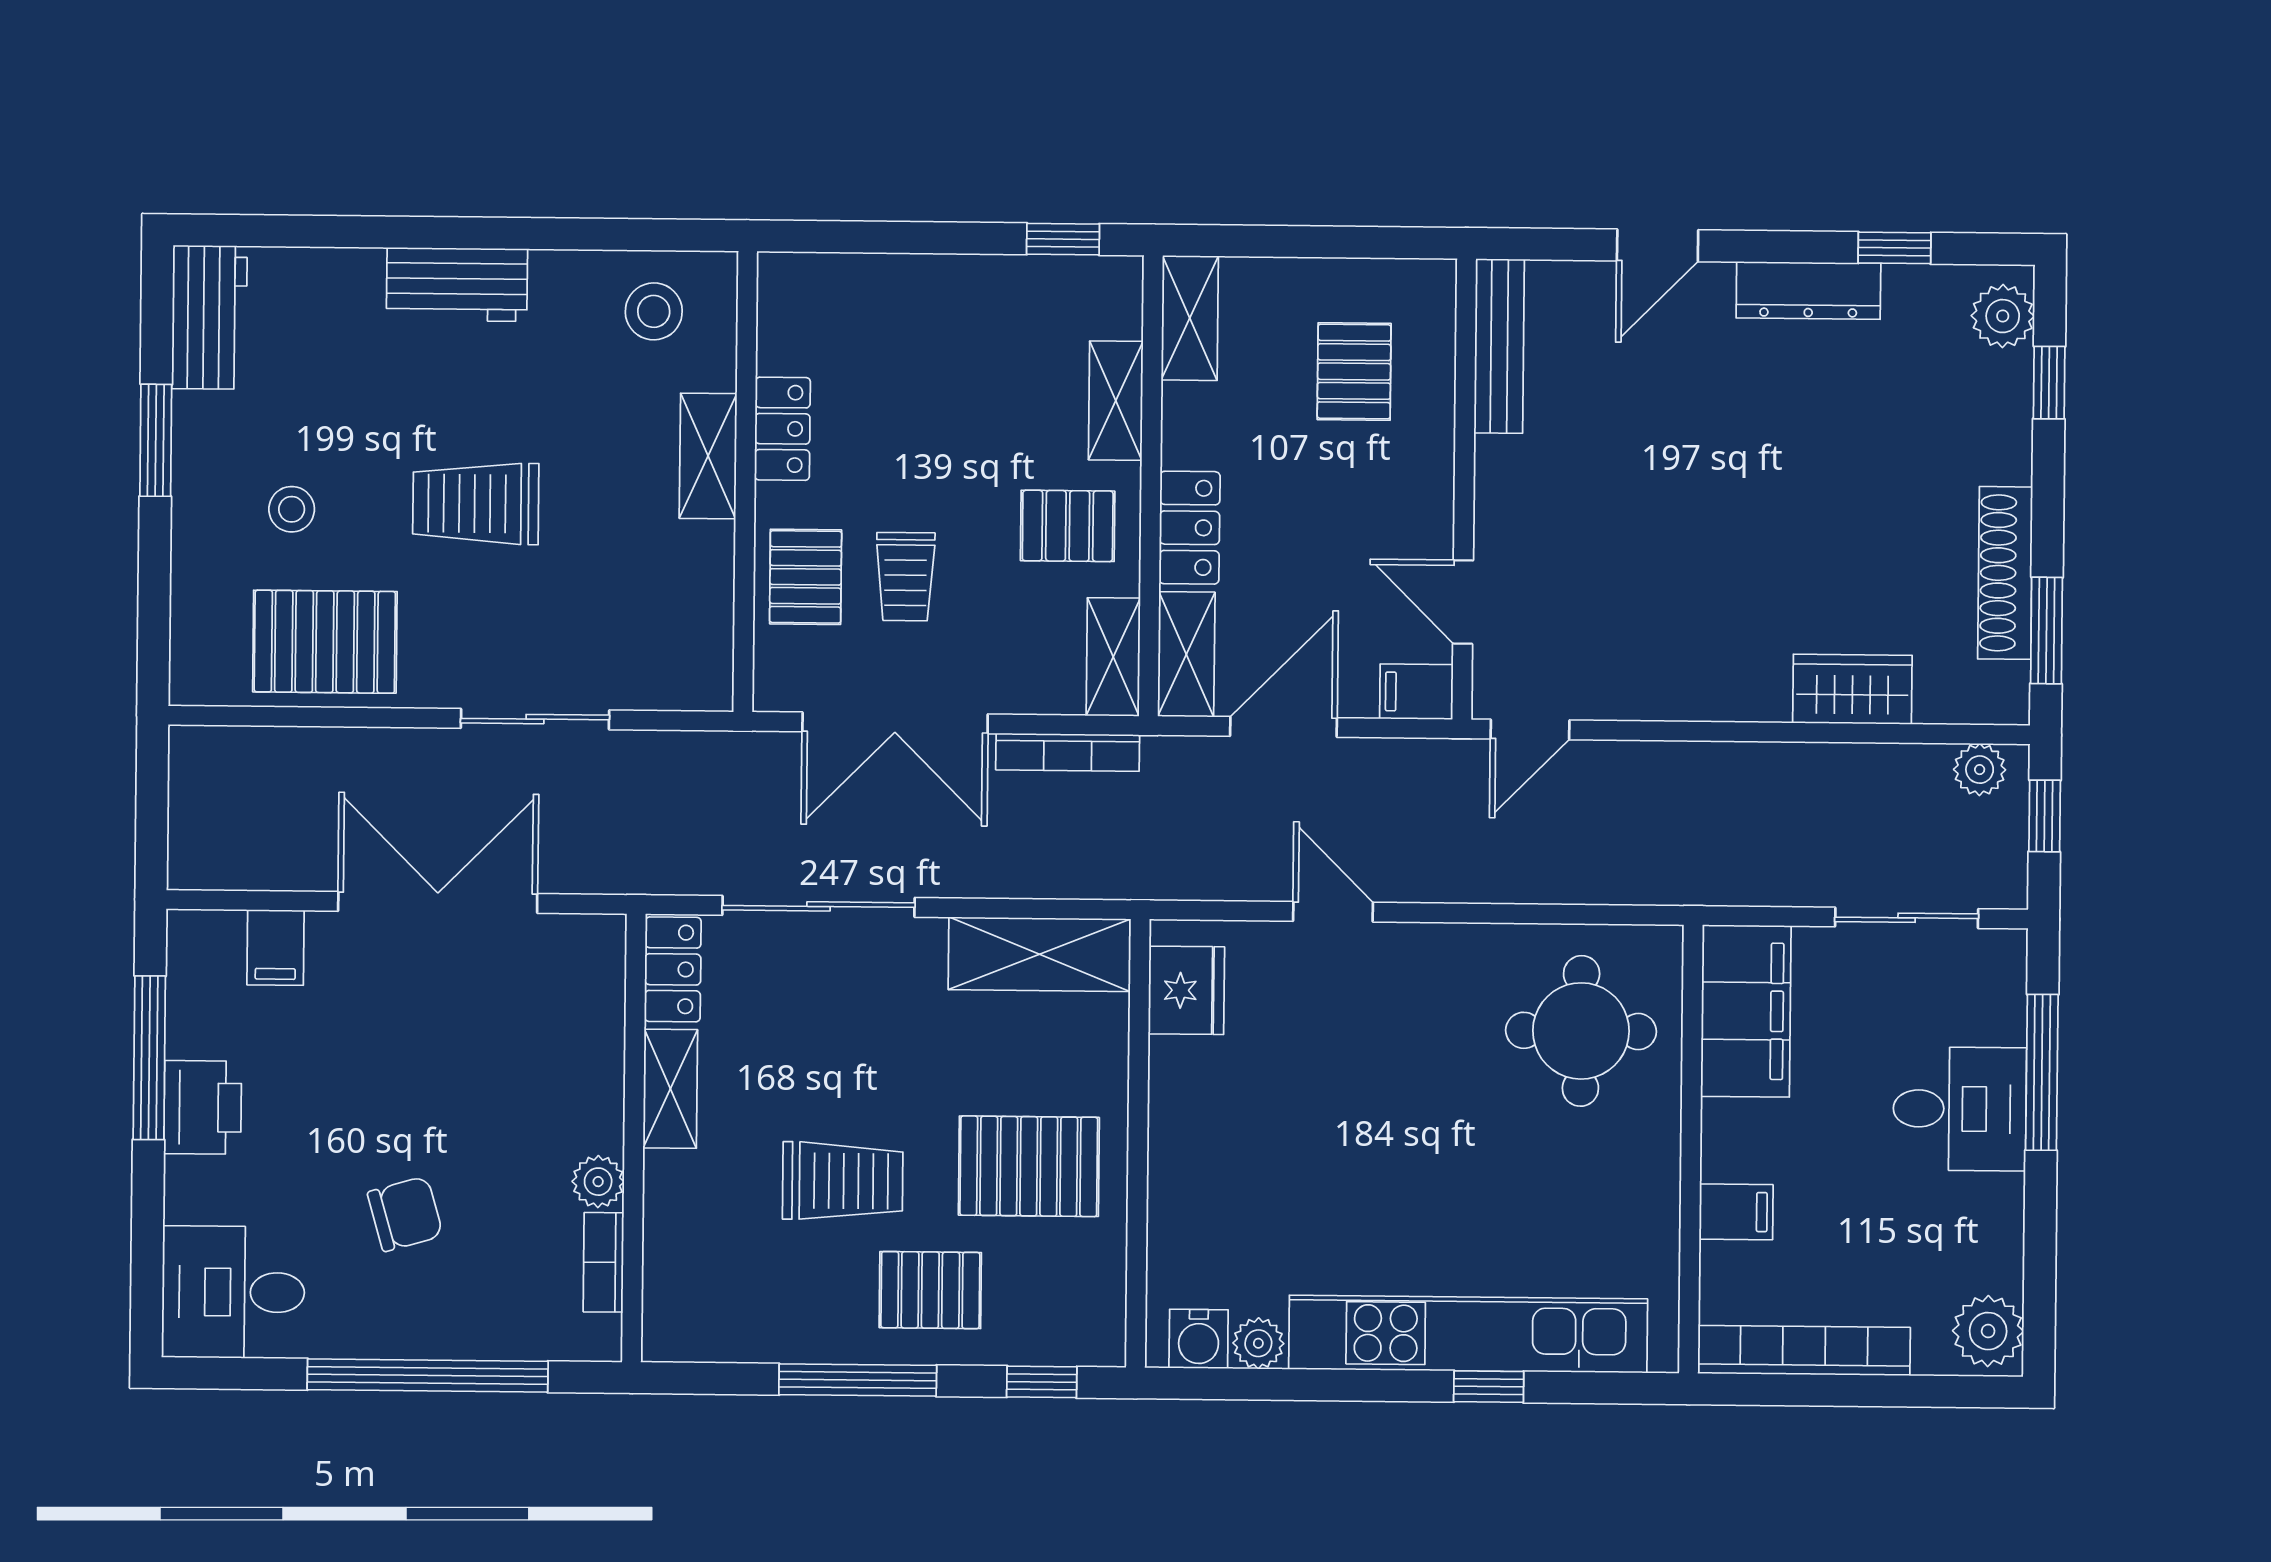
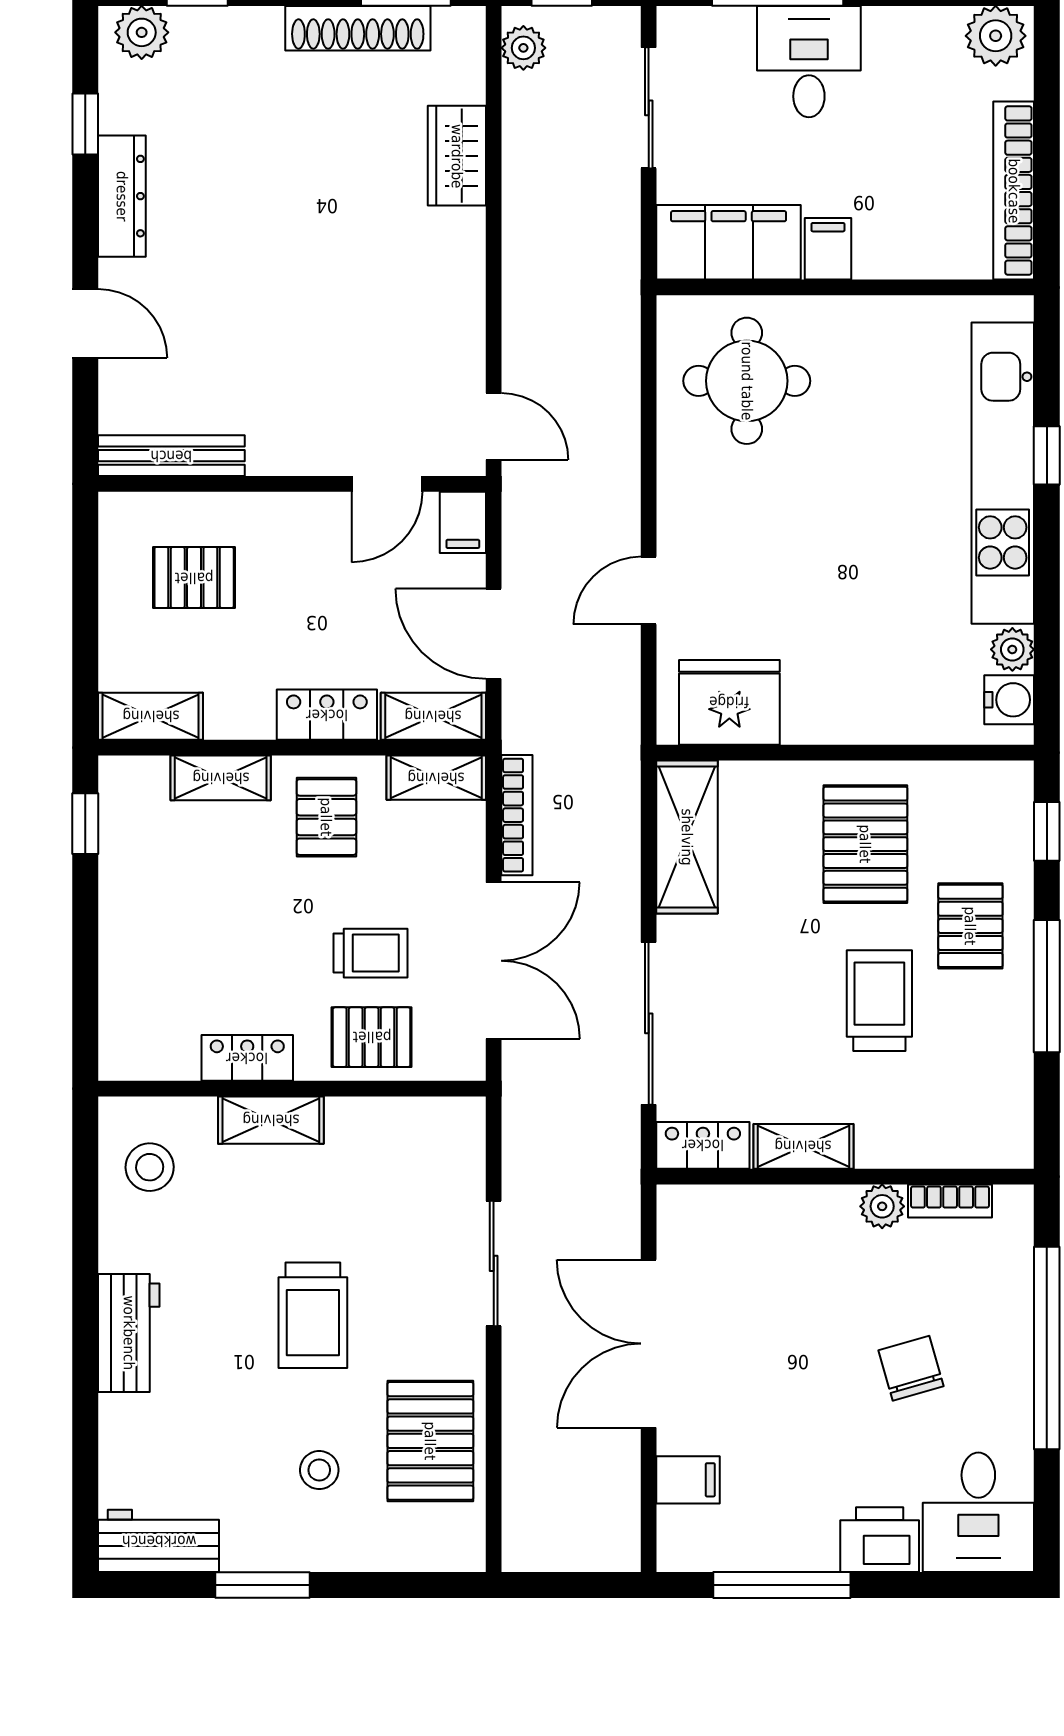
fridge: (1186, 990) -> (729, 702), width x1.36, depth x1.34
printer: (203, 1107) -> (880, 1540), moved
filing cabinet: (1736, 1212) -> (828, 249), moved

